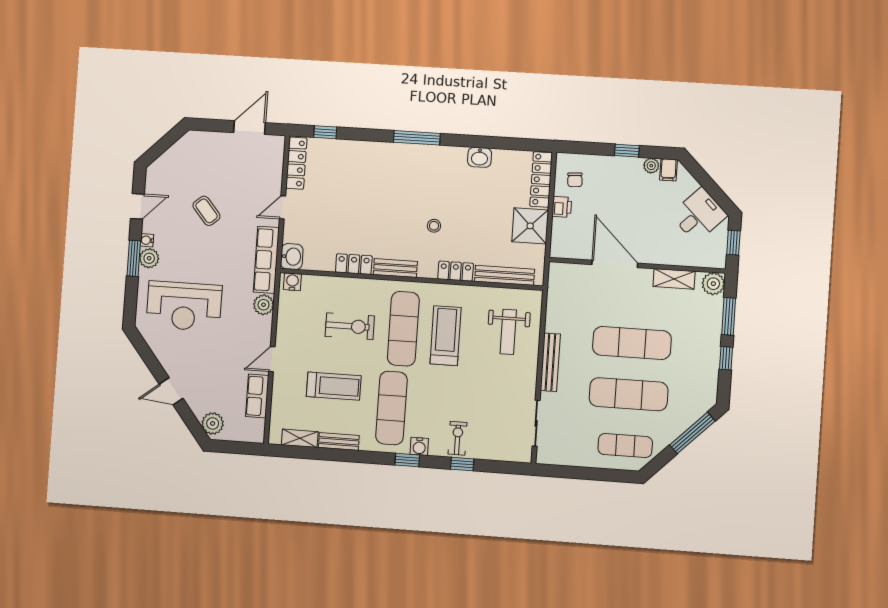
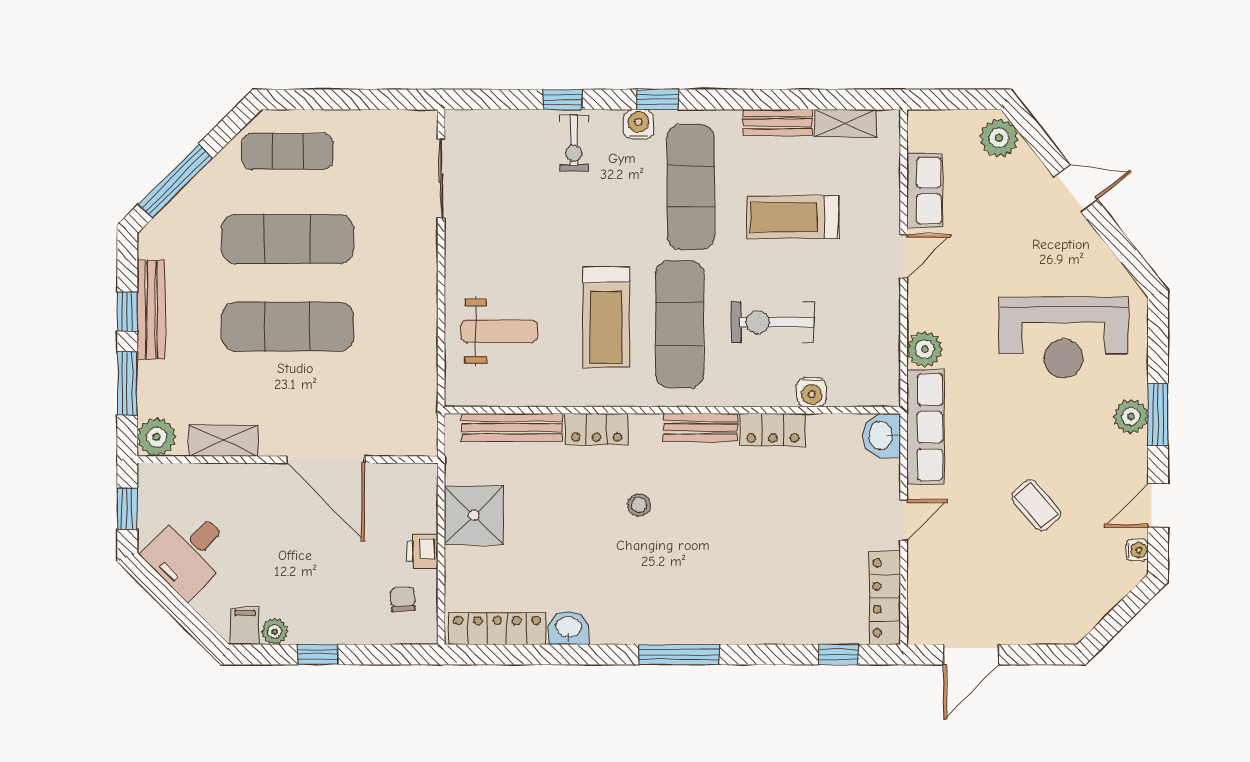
locker: (541, 180) -> (497, 629), moved, turned -90
water cooler: (147, 240) -> (1137, 550), moved
water cooler: (292, 282) -> (812, 392), moved
reception desk: (184, 306) -> (1064, 337), turned 180
weight bench: (508, 332) -> (499, 331), turned 90
bench: (550, 362) -> (151, 309), moved

